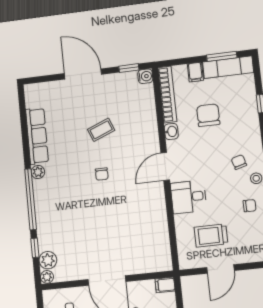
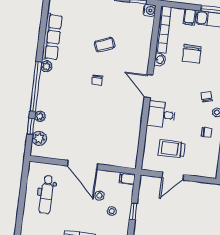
chair: (208, 115) -> (192, 54), turned 180
door: (165, 166) -> (149, 86), hinge flipped
plant: (47, 277) -> (40, 116), moved

